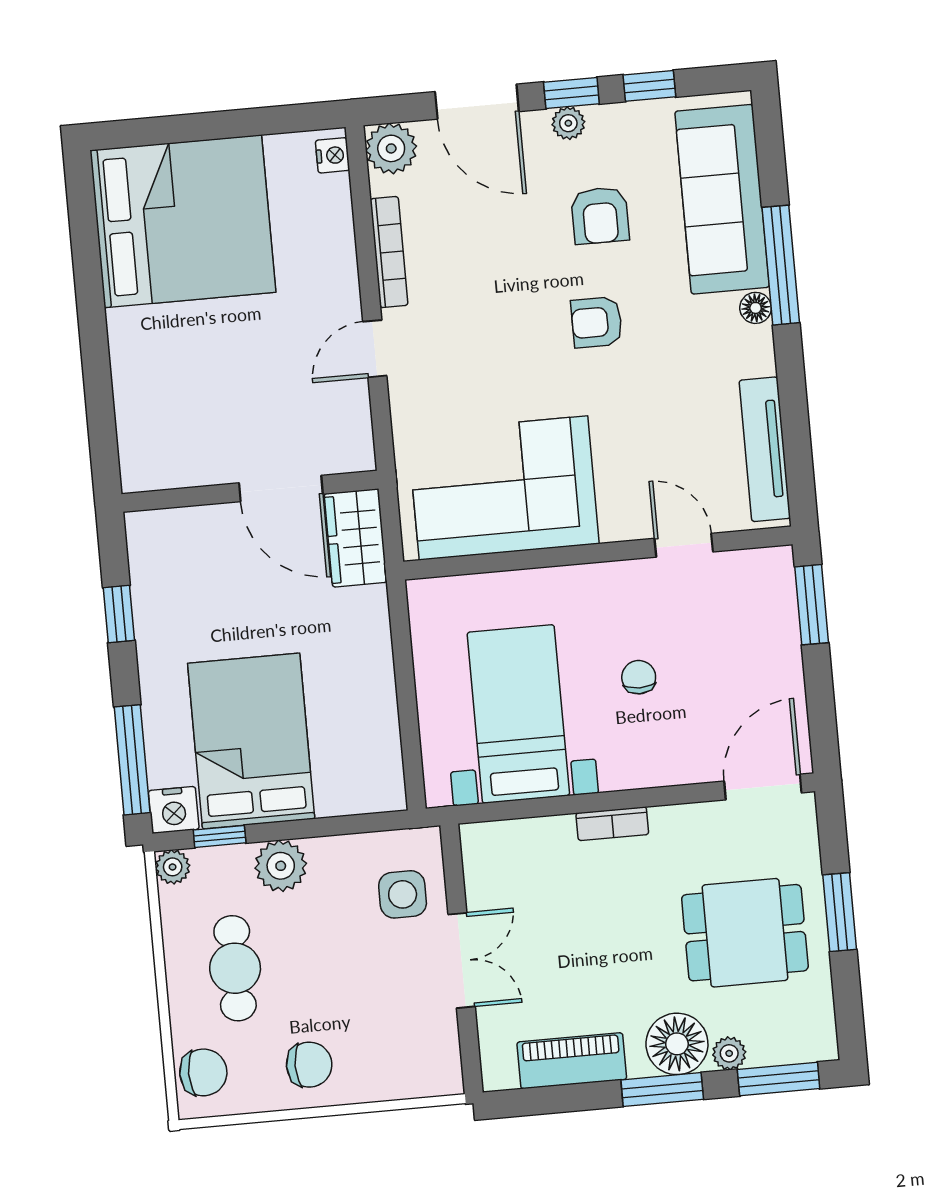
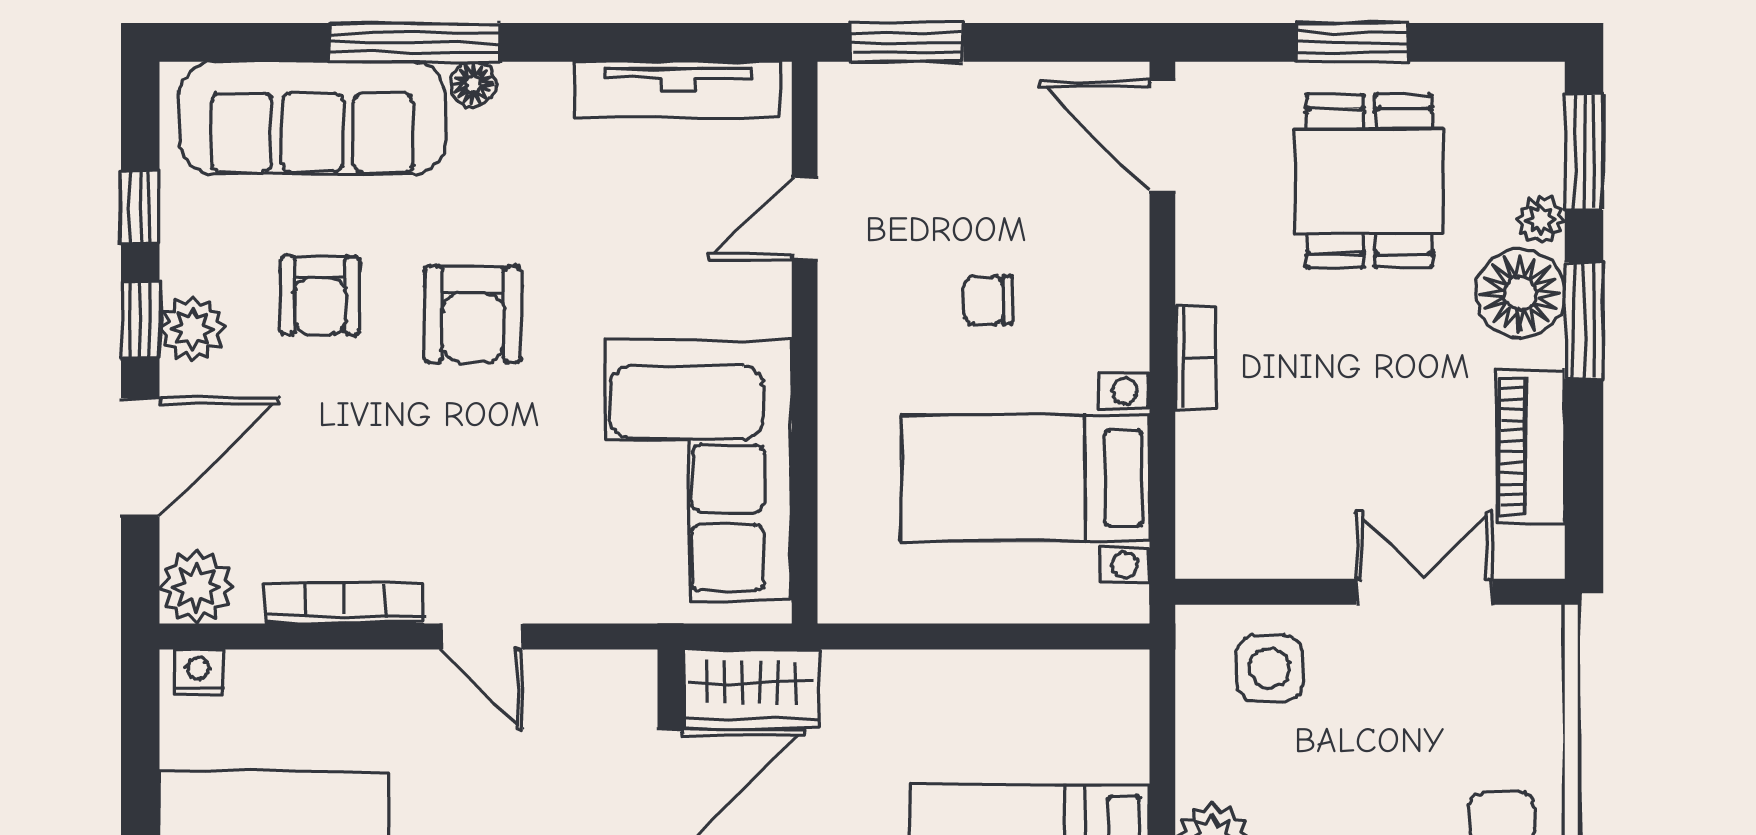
plant: (568, 123) -> (192, 329), width x1.38, depth x1.38
armchair: (600, 215) -> (320, 295), turned 90
armchair: (597, 322) -> (473, 314), width x1.38, depth x1.38
double door: (462, 960) -> (1424, 592), moved

